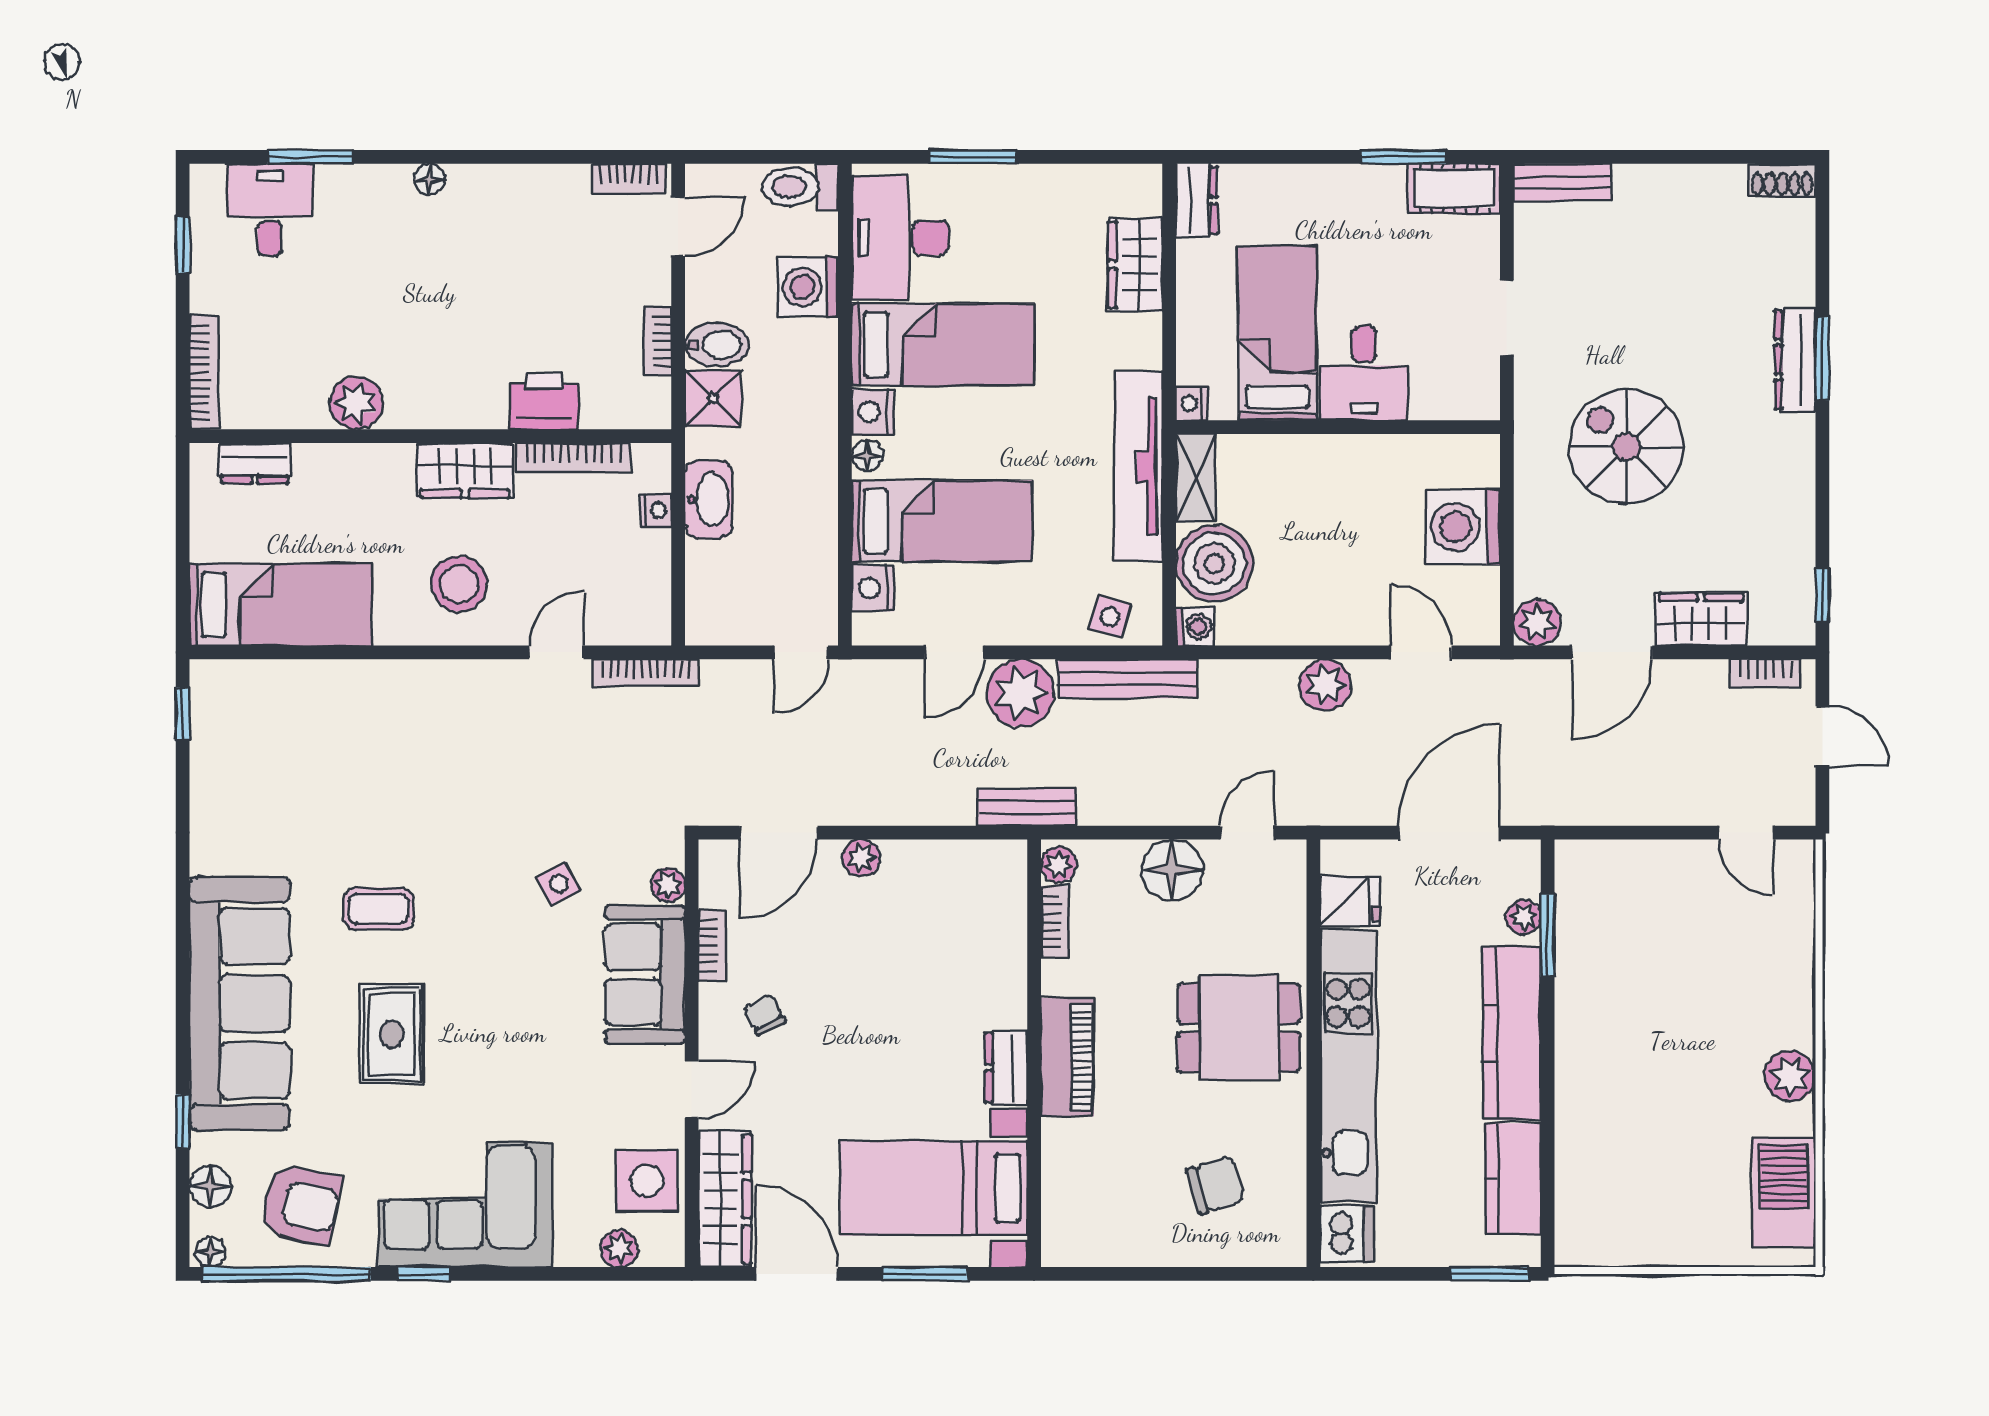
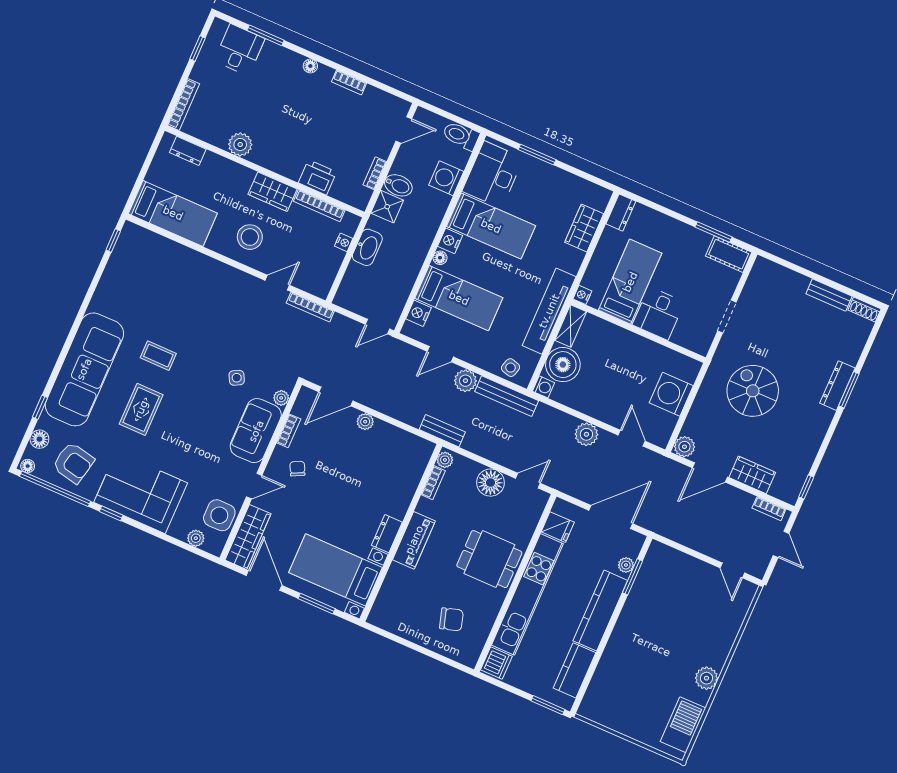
bookcase: (629, 178) -> (349, 82), moved
bench: (1562, 182) -> (829, 295), moved
plant: (1020, 693) -> (465, 381), width x0.73, depth x0.73

